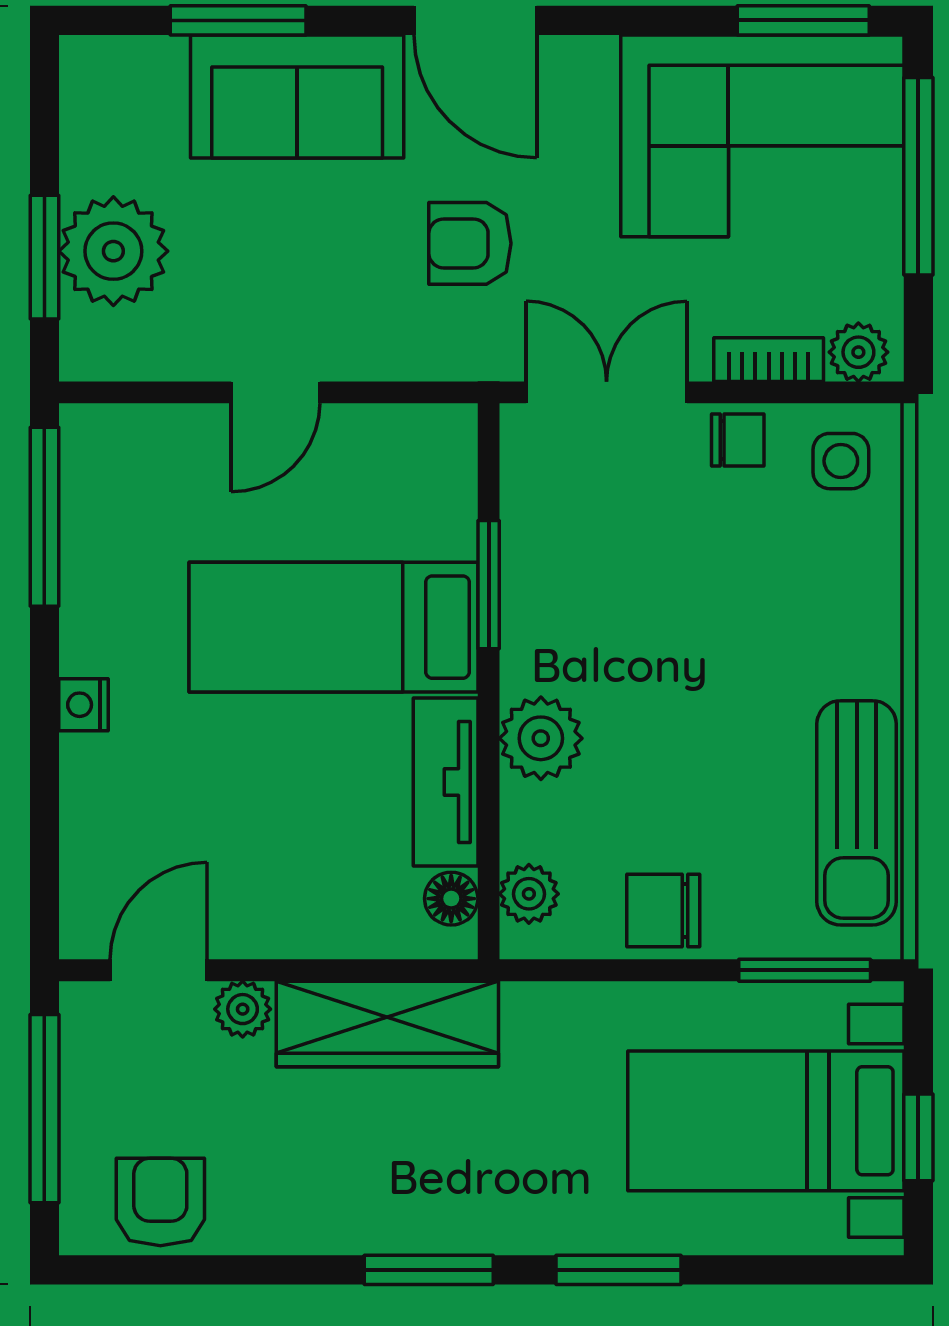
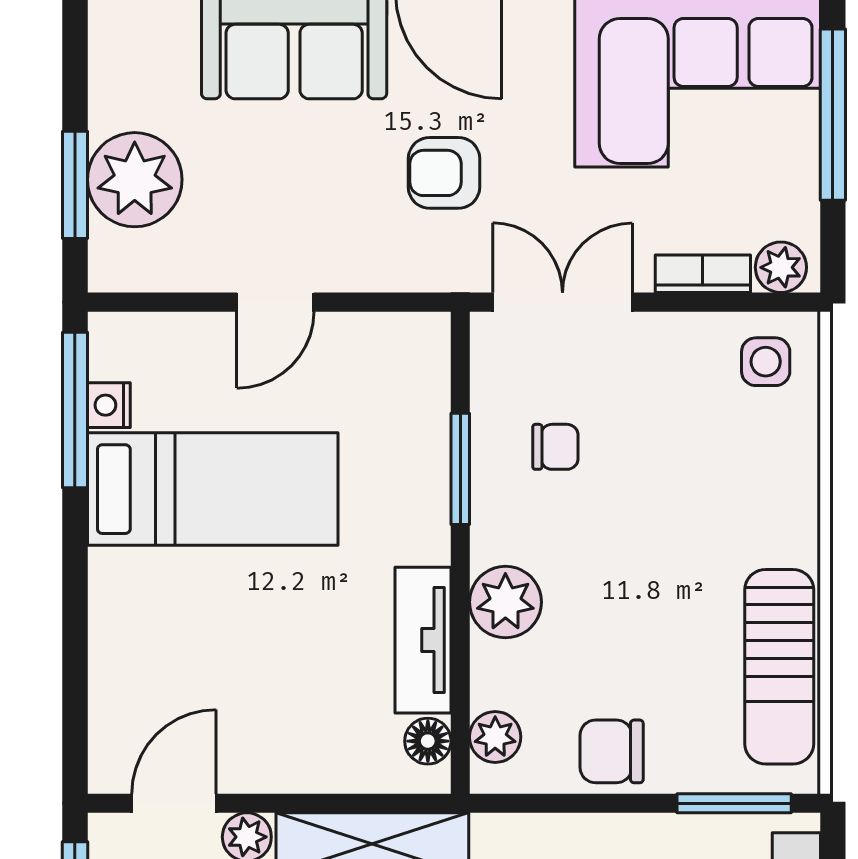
chair: (738, 440) -> (555, 447), moved
bed: (333, 627) -> (213, 489), moved, turned 180
nightstand: (84, 705) -> (109, 405), moved

